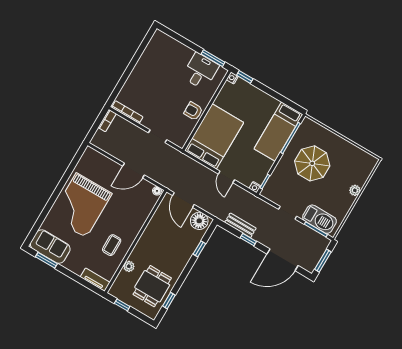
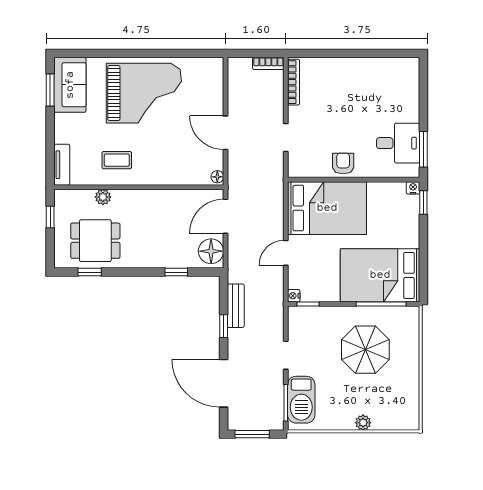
bed: (278, 132) -> (380, 275), width x1.50
grand piano: (81, 205) -> (144, 93), turned 180

